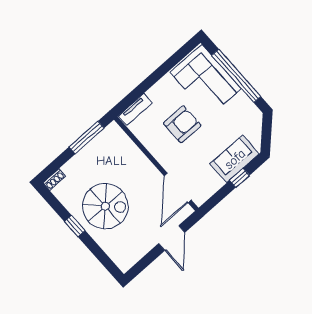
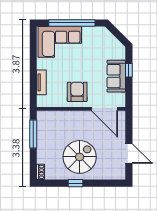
tv unit: (135, 109) -> (41, 82), moved
armchair: (182, 124) -> (77, 92), moved
sofa: (235, 159) -> (116, 76), moved
door: (172, 238) -> (129, 154), moved

